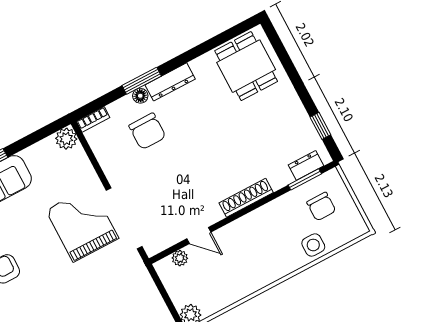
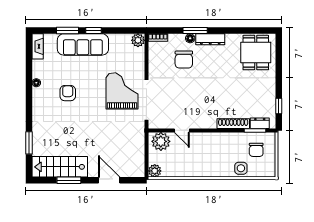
shoe rack: (246, 198) -> (233, 124), moved
plant: (180, 258) -> (161, 141), width x1.88, depth x1.88

